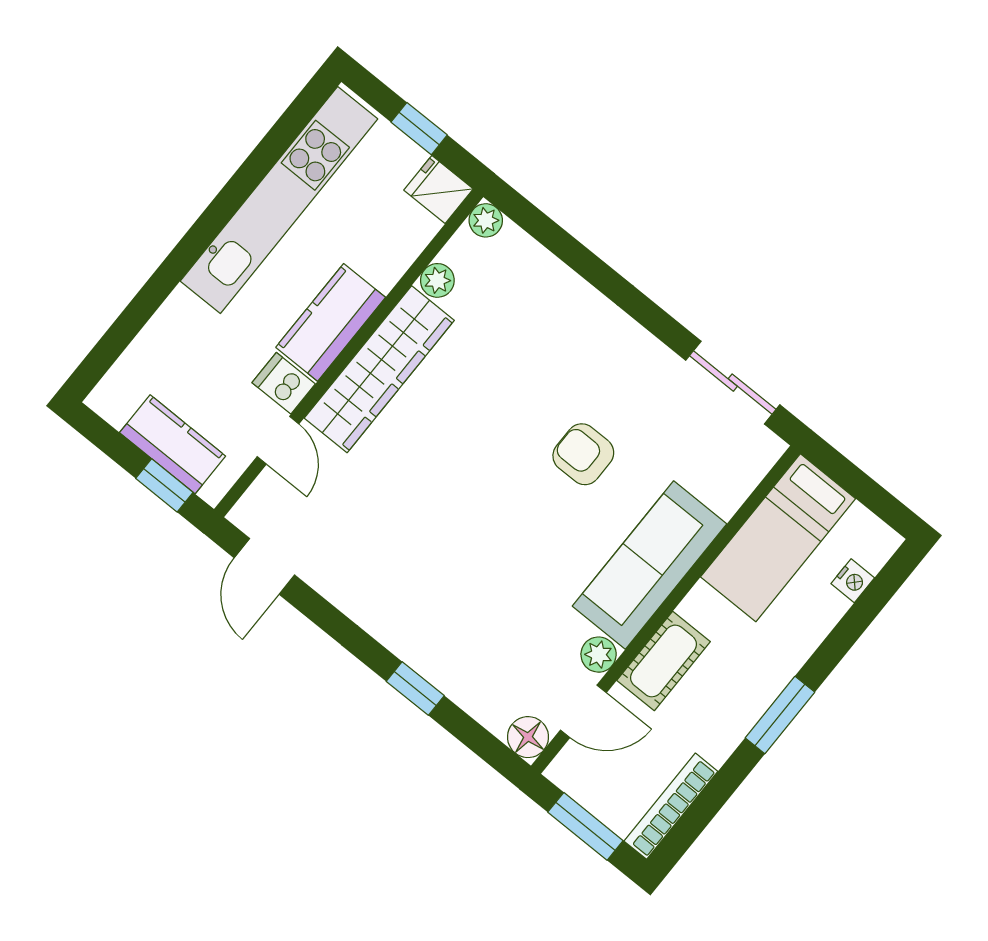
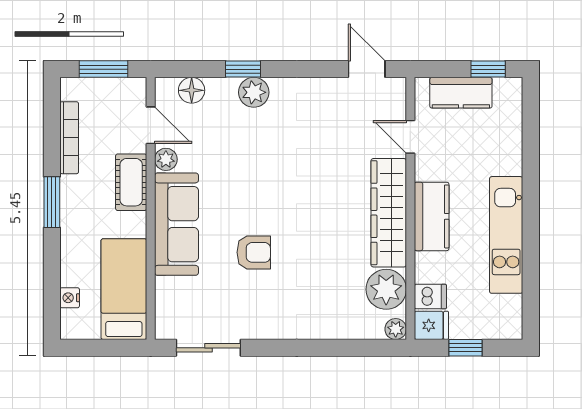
kitchen unit: (279, 200) -> (506, 235), width x0.73
plant: (437, 280) -> (386, 289), width x1.88, depth x1.88
dishwasher: (284, 383) -> (430, 297), moved
window: (164, 485) -> (488, 69), moved
plant: (425, 650) -> (254, 92), added
door: (583, 711) -> (151, 125), swing flipped
floor lamp: (528, 737) -> (192, 90), moved
bookcase: (671, 806) -> (69, 138), moved

